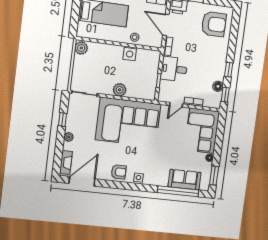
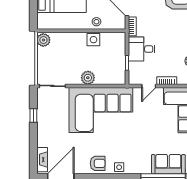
plant: (69, 137) -> (42, 133), removed

